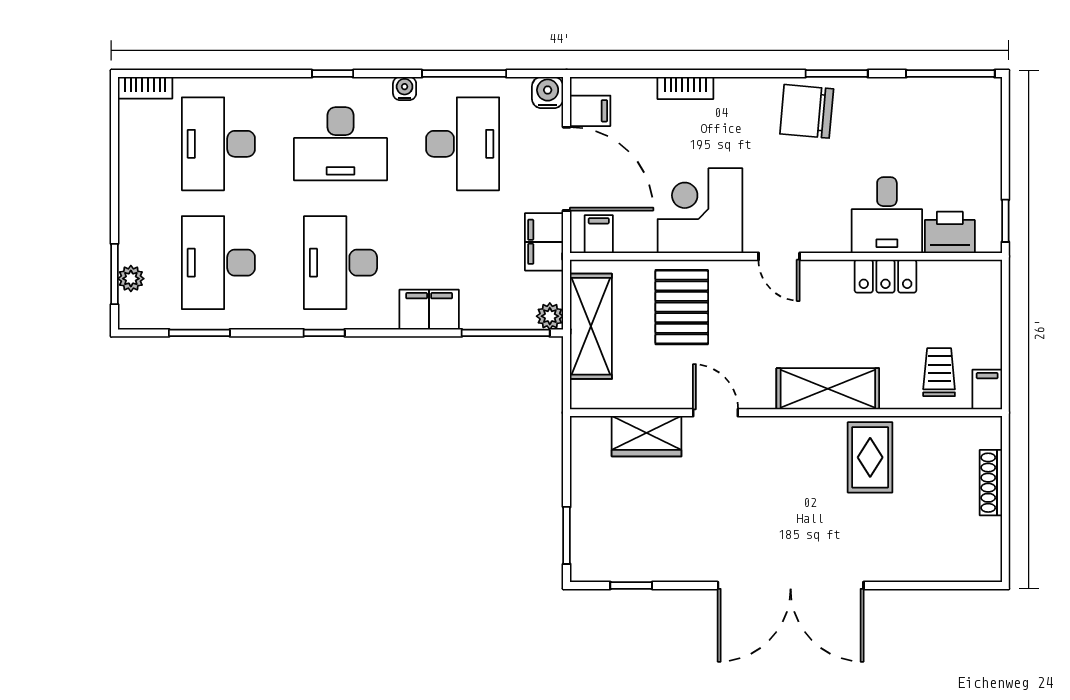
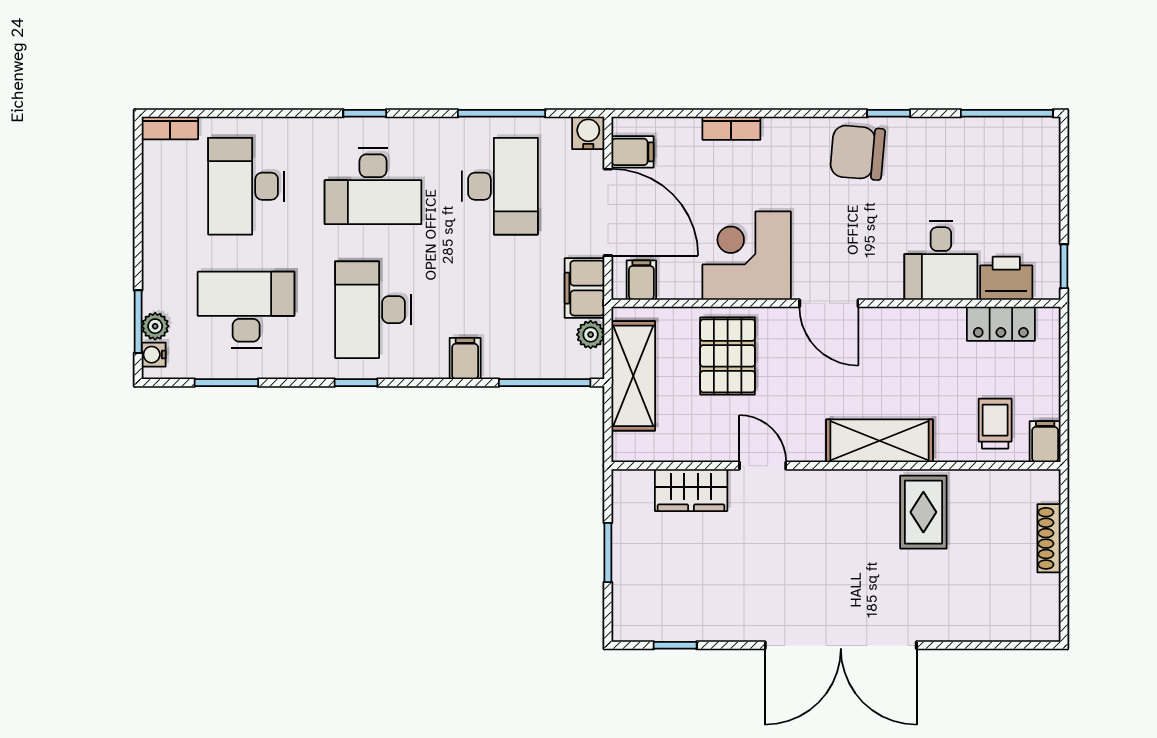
window: (837, 74) -> (889, 113), width x0.67
water cooler: (405, 88) -> (154, 355), moved, turned -90
door: (779, 256) -> (829, 303), width x1.38
desk: (218, 263) -> (246, 310), turned 90
locker: (885, 276) -> (1001, 324), moved
filing cabinet: (429, 310) -> (465, 359), width x0.50
plant: (550, 316) -> (591, 335), moved
window: (567, 535) -> (608, 553), moved

